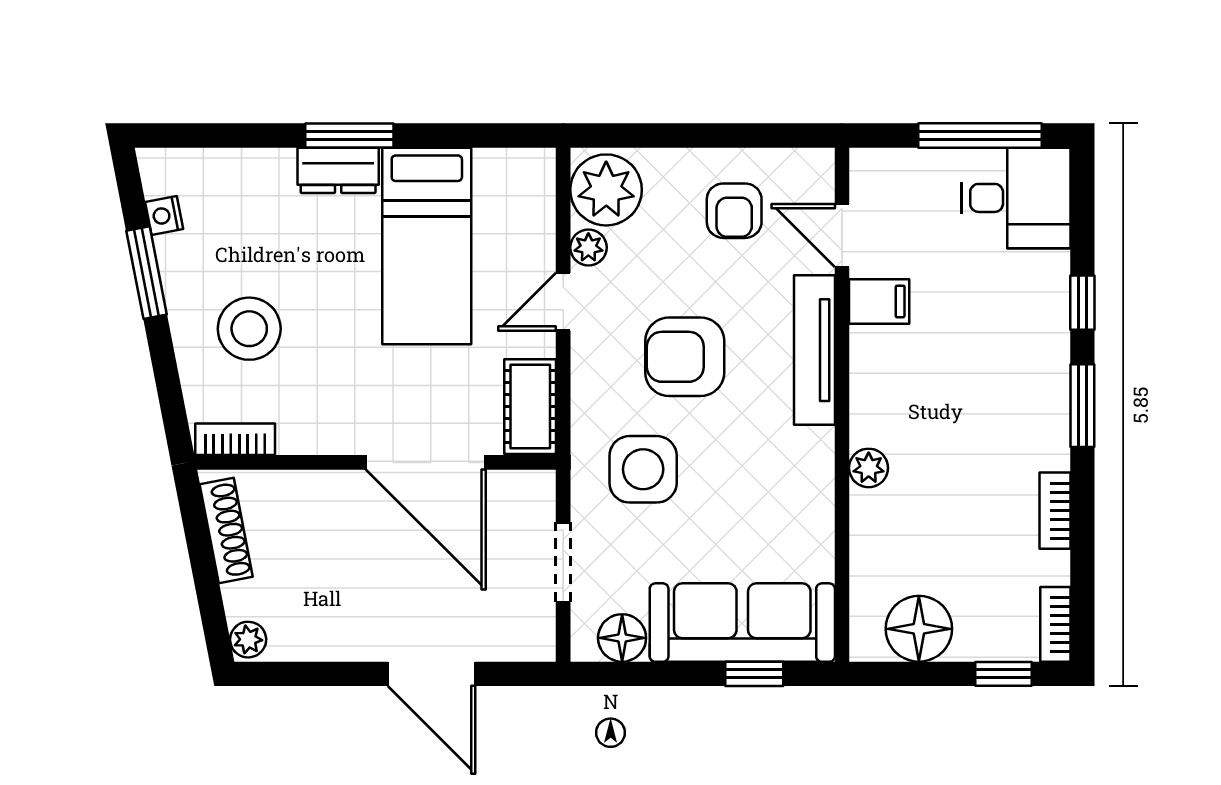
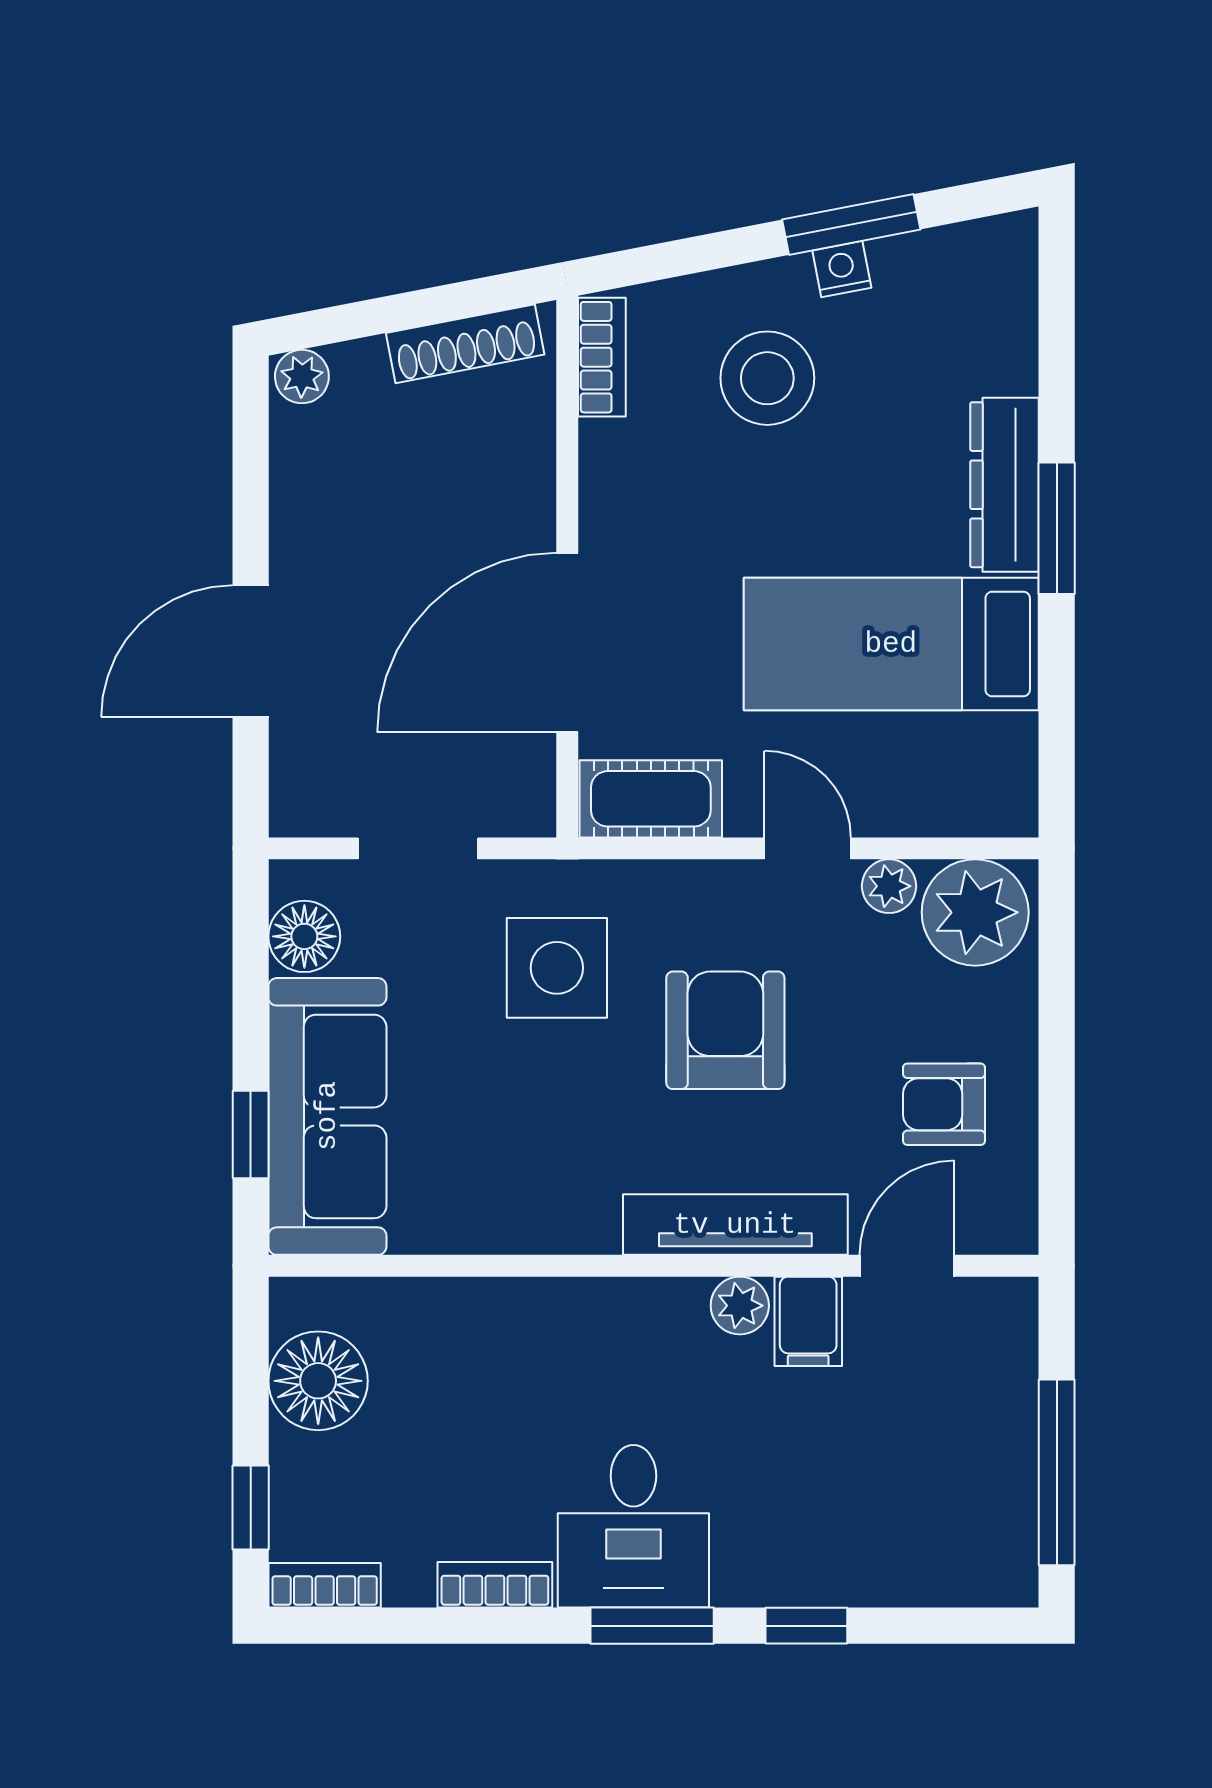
dresser: (338, 170) -> (1004, 485), width x1.44
desk: (1016, 198) -> (633, 1526), moved
nightstand: (164, 215) -> (842, 269), moved
plant: (869, 468) -> (740, 1306), moved

